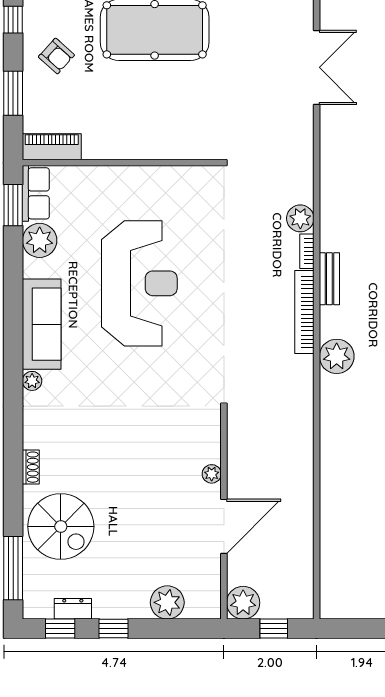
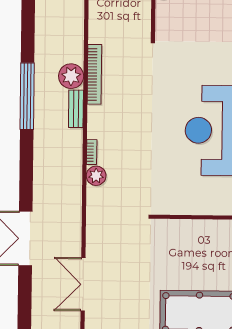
bench: (329, 279) -> (76, 109), moved
bookcase: (304, 312) -> (94, 74), moved

